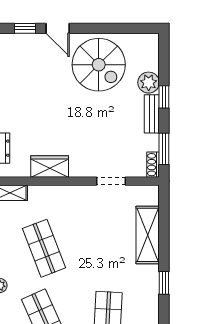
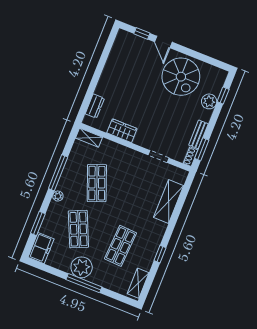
window: (164, 97) -> (223, 95), moved
bench: (152, 114) -> (198, 134), moved
window: (164, 283) -> (160, 254), moved

